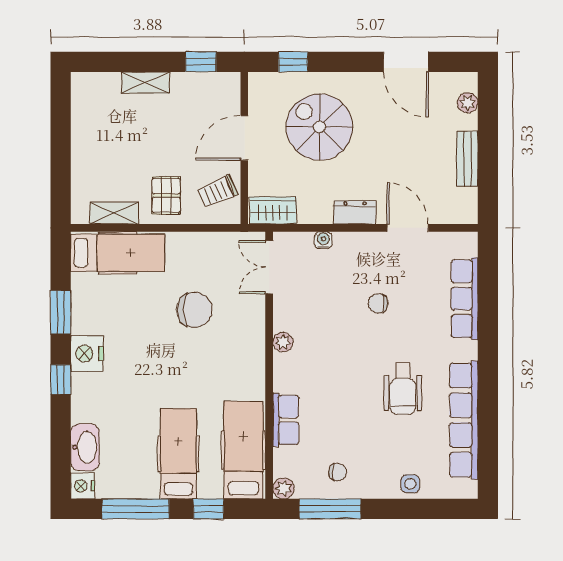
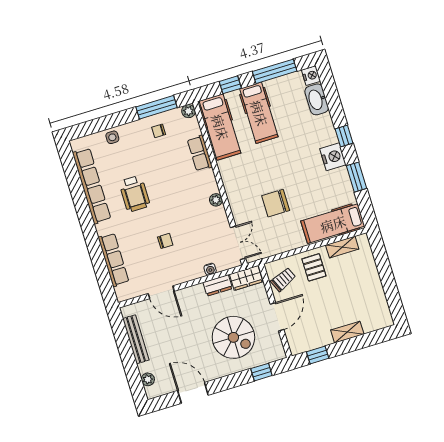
bench: (467, 159) -> (136, 339), width x1.36
dresser: (355, 212) -> (218, 285), moved
wheelchair: (403, 389) -> (134, 194), turned 180

